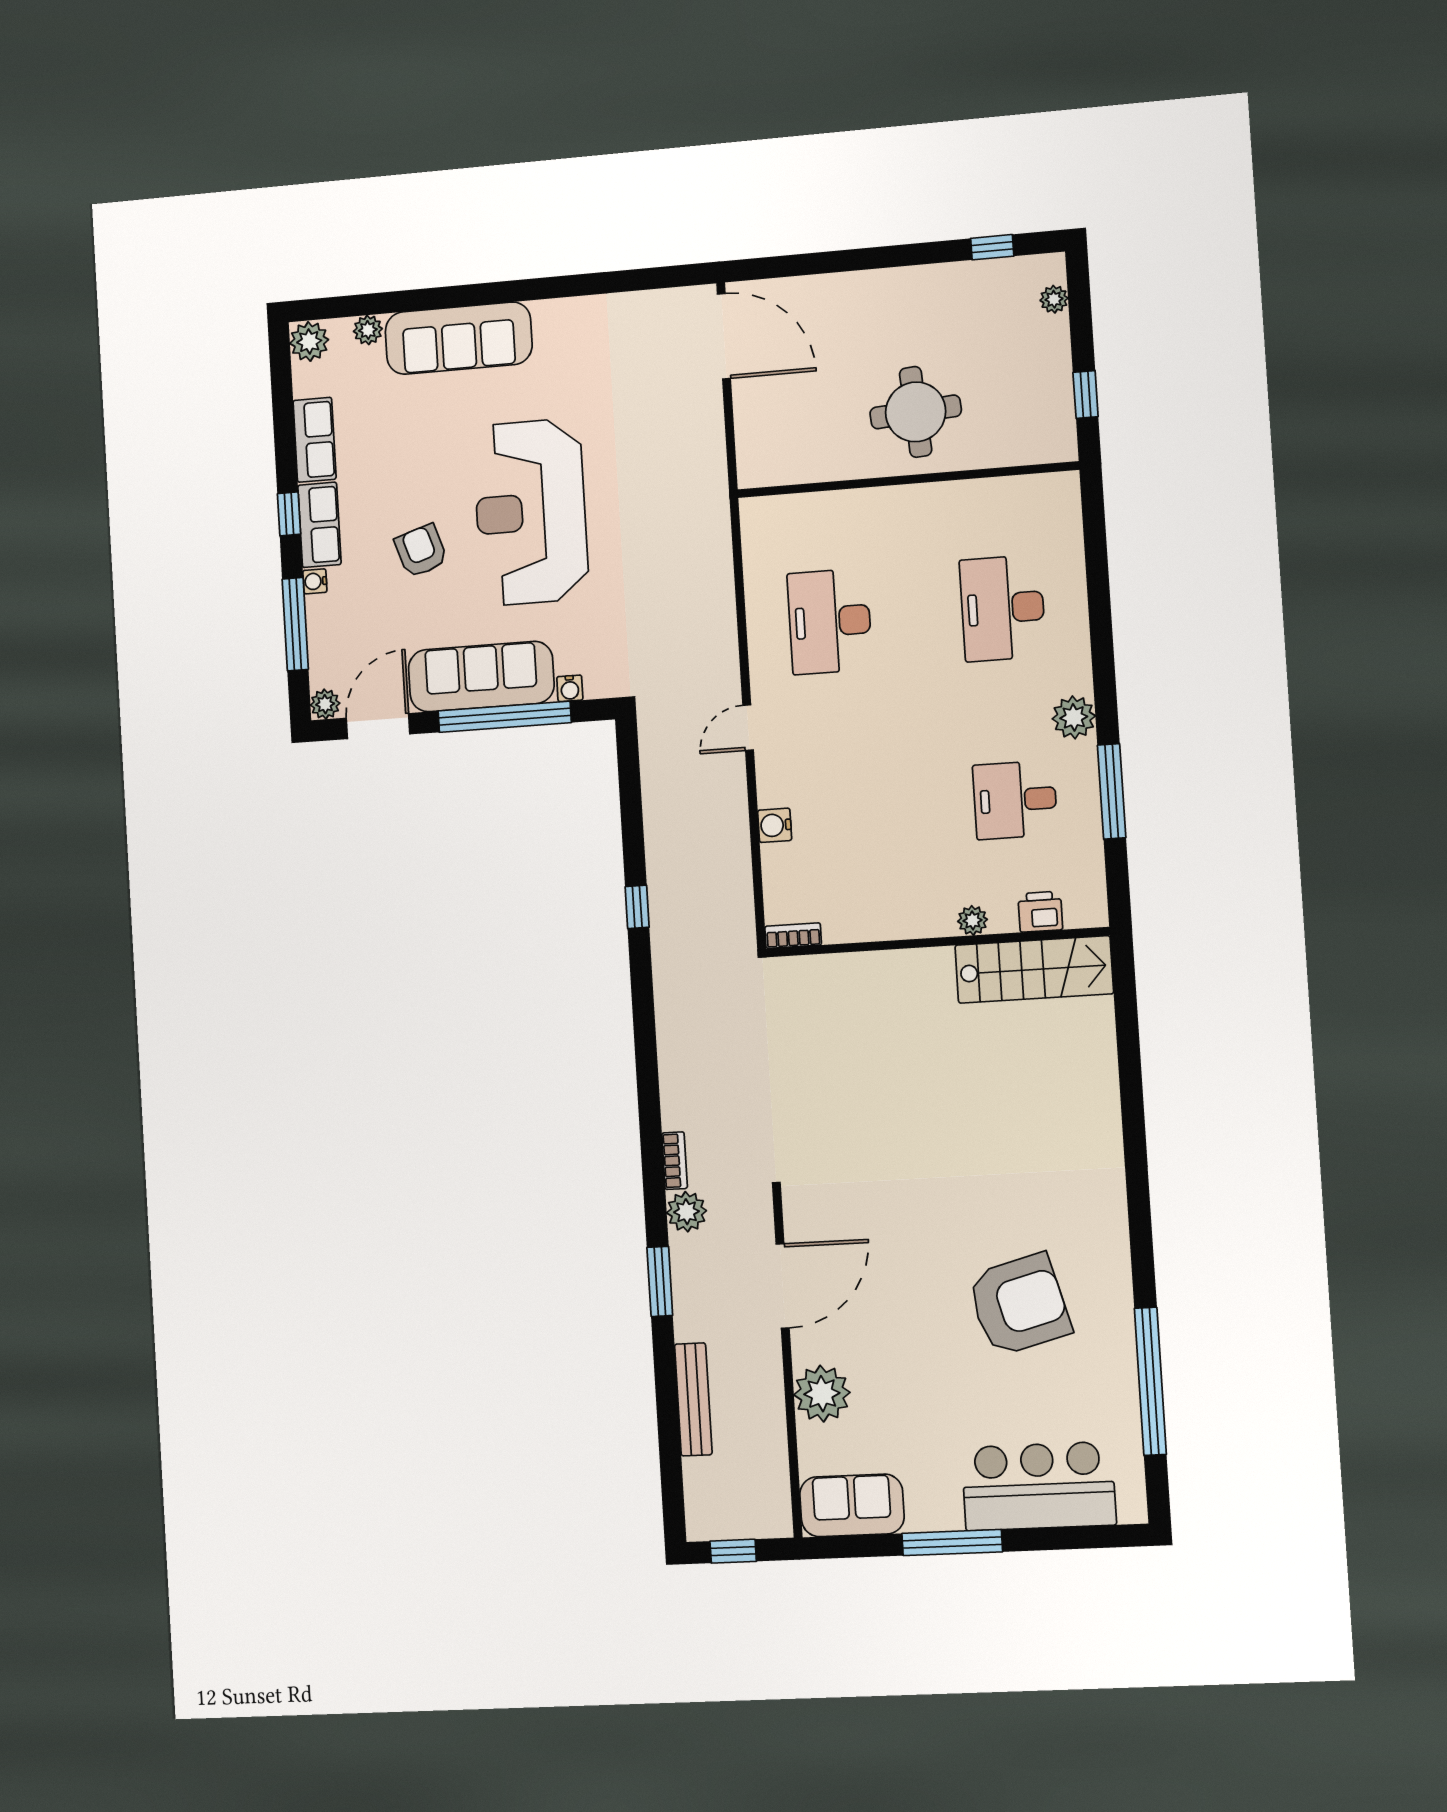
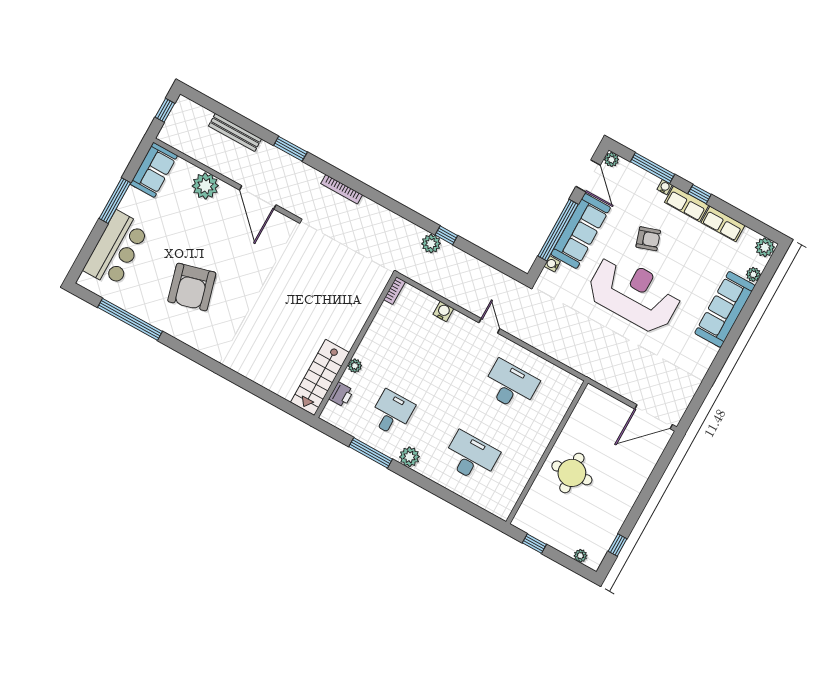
bookcase: (675, 1161) -> (342, 189), width x1.56
plant: (687, 1212) -> (431, 244), moved

